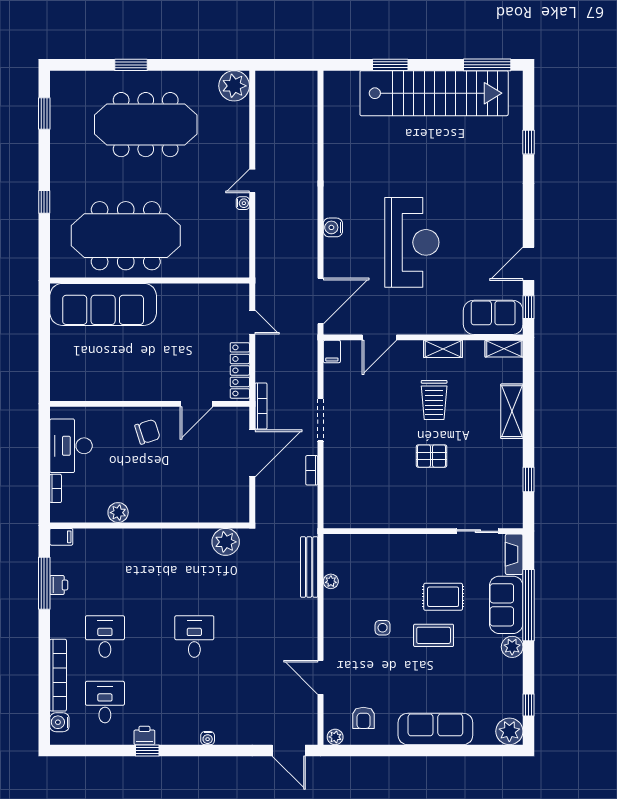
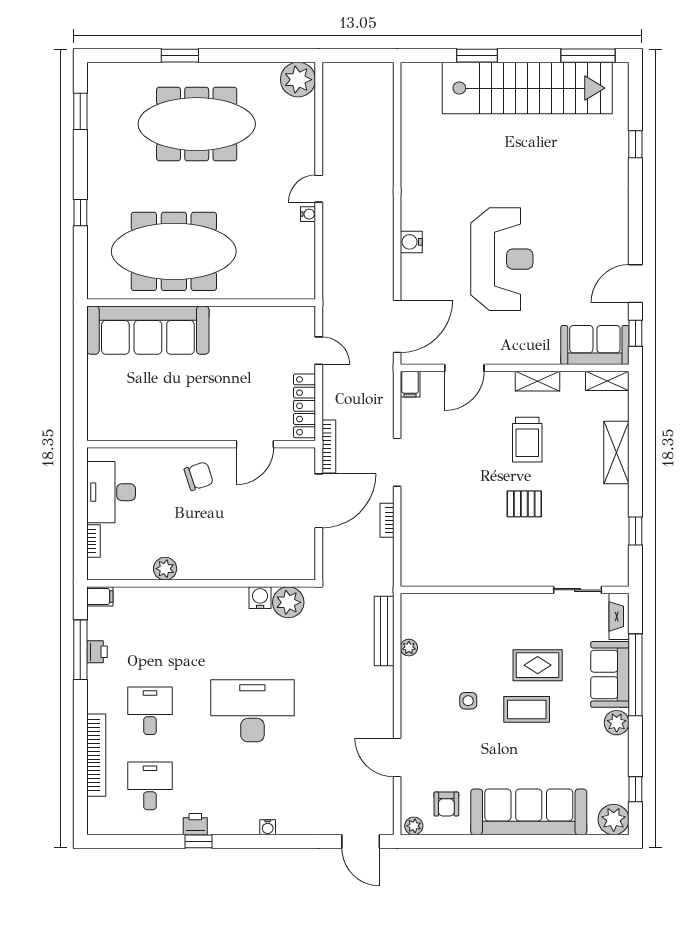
desk: (194, 637) -> (252, 711), width x1.87, depth x1.30
water cooler: (59, 722) -> (260, 598), moved, turned 90
sofa: (435, 729) -> (529, 812), width x1.36, depth x1.27

